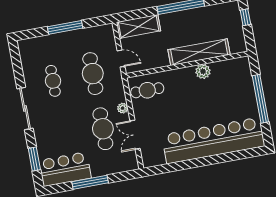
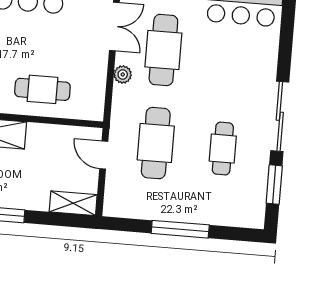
shelving: (139, 27) -> (73, 203), width x0.67, depth x0.75
cafe table: (147, 90) -> (42, 89), moved
window: (34, 159) -> (274, 185), moved

